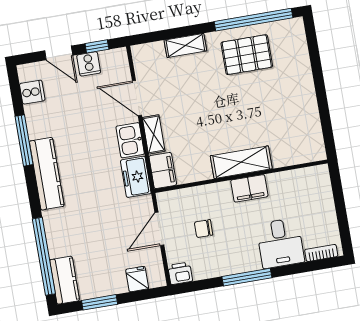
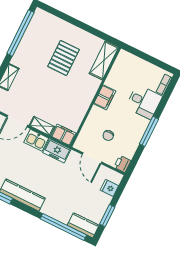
pallet: (247, 55) -> (63, 58), moved
shelving: (241, 162) -> (104, 60), moved

